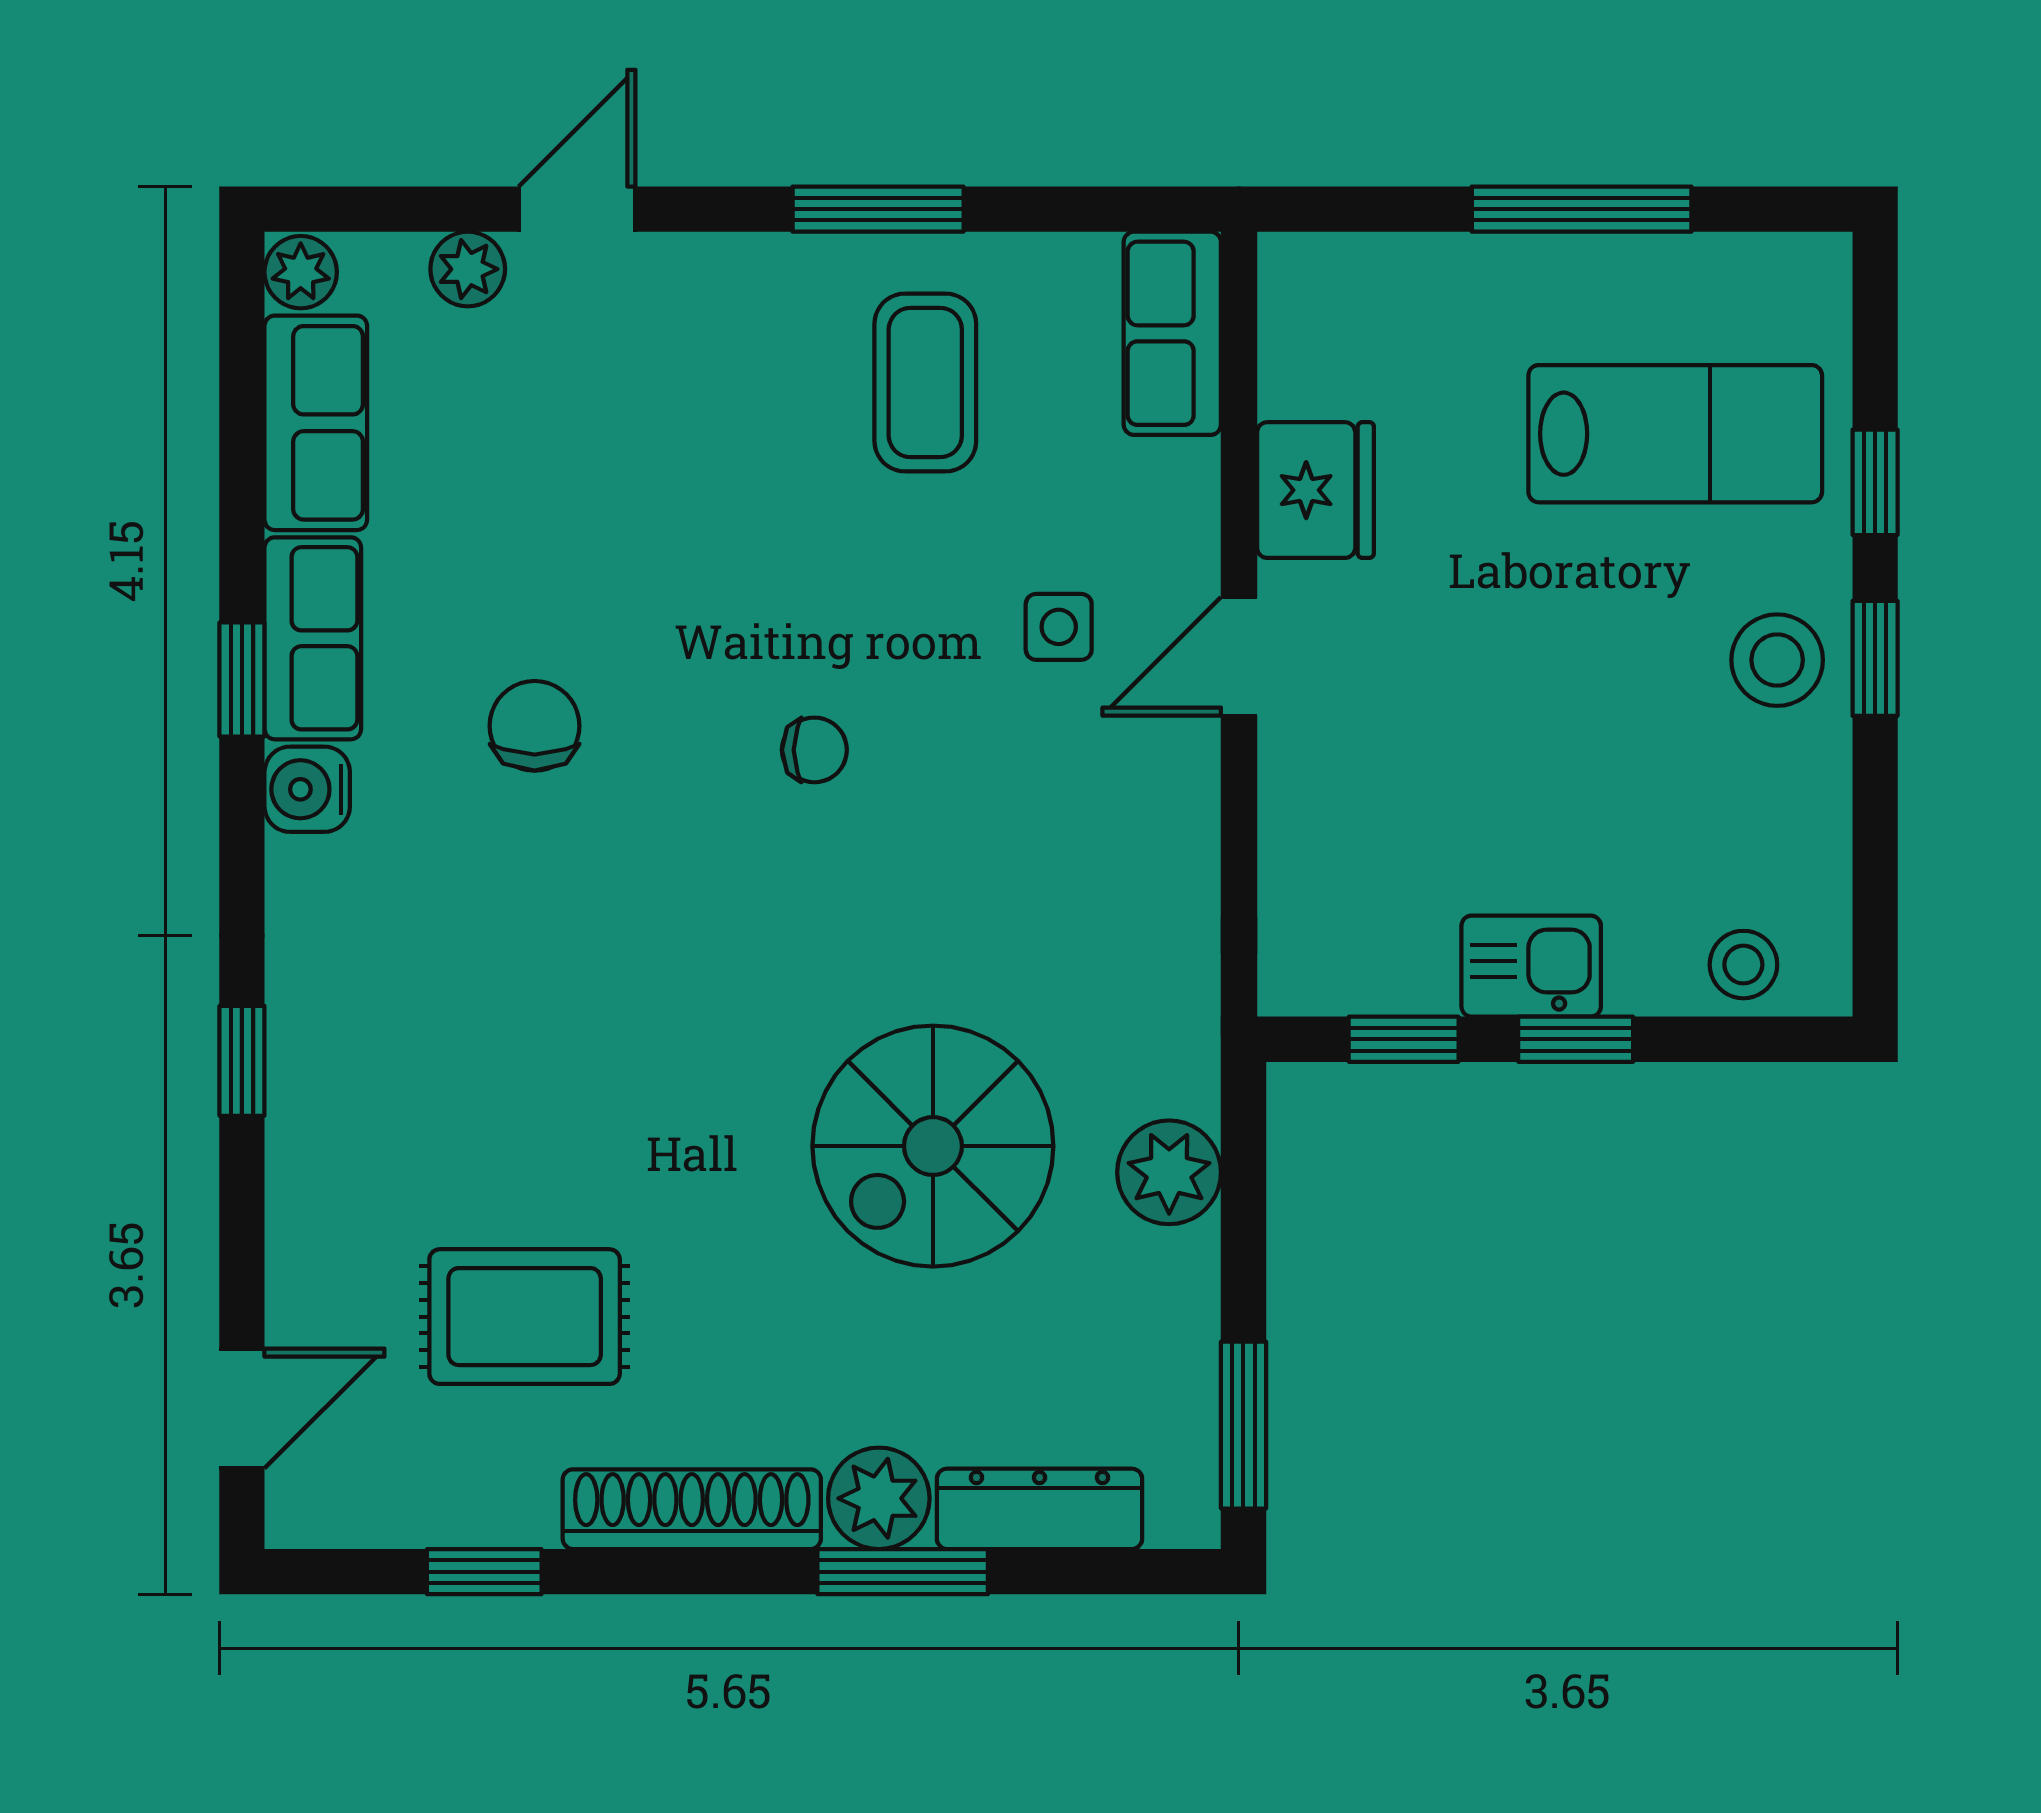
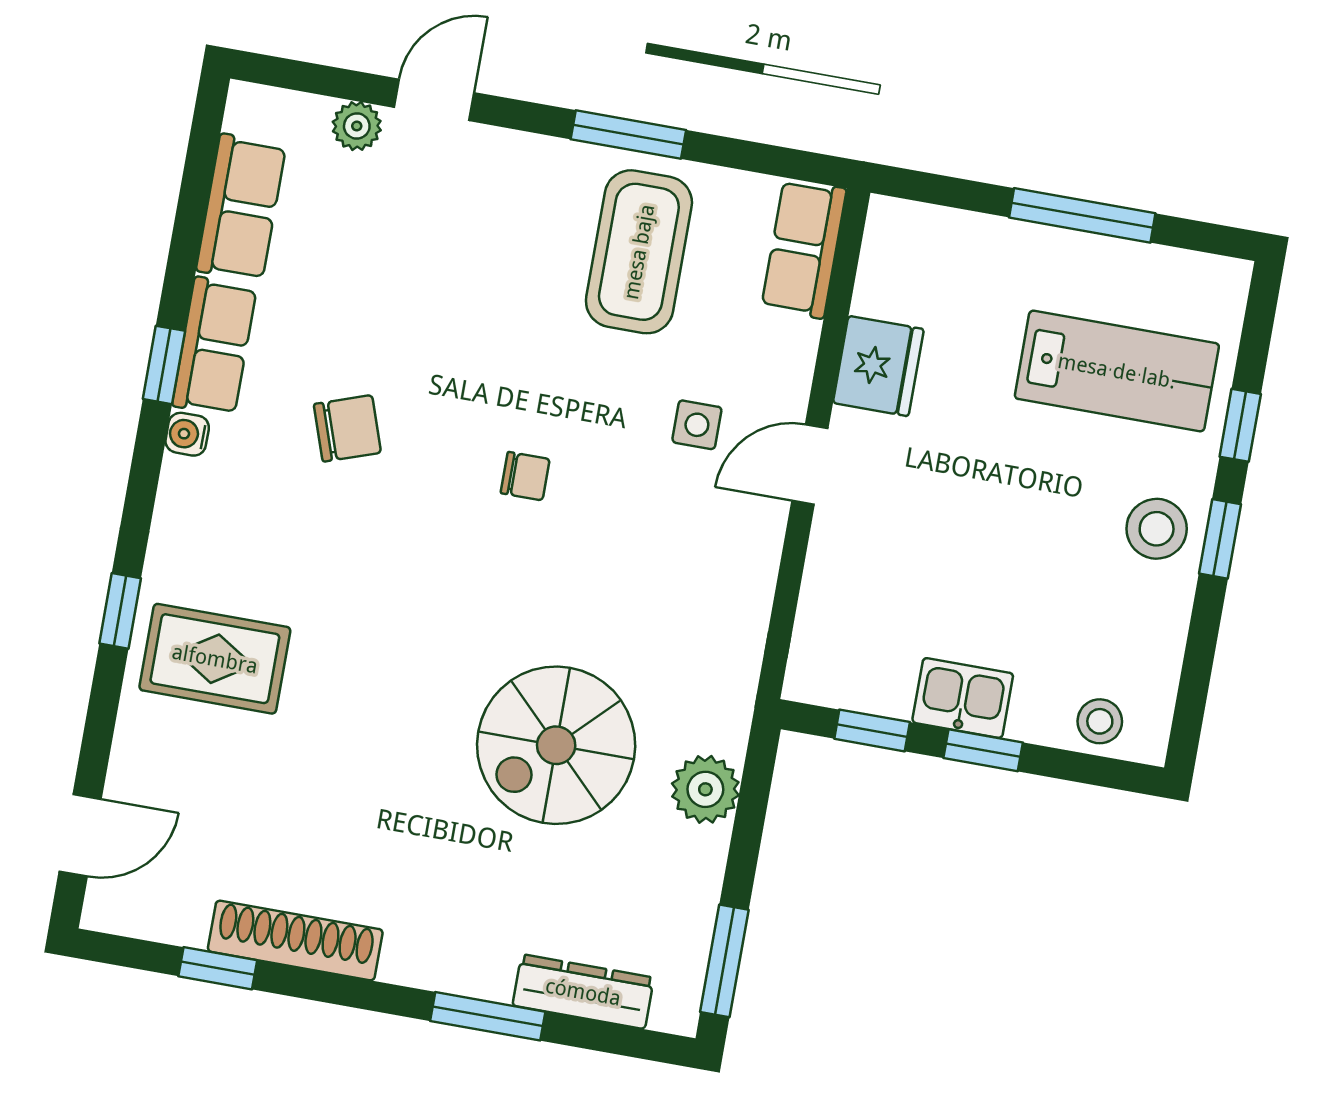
plant: (301, 272) -> (249, 109), removed
coffee table: (925, 382) -> (639, 252), width x1.36, depth x1.32
chair: (535, 726) -> (347, 428), turned 71
water cooler: (307, 789) -> (187, 434), width x0.72, depth x0.72
rug: (525, 1317) -> (215, 659), moved
plant: (879, 1498) -> (481, 966), removed
shoe rack: (692, 1509) -> (295, 940), moved

